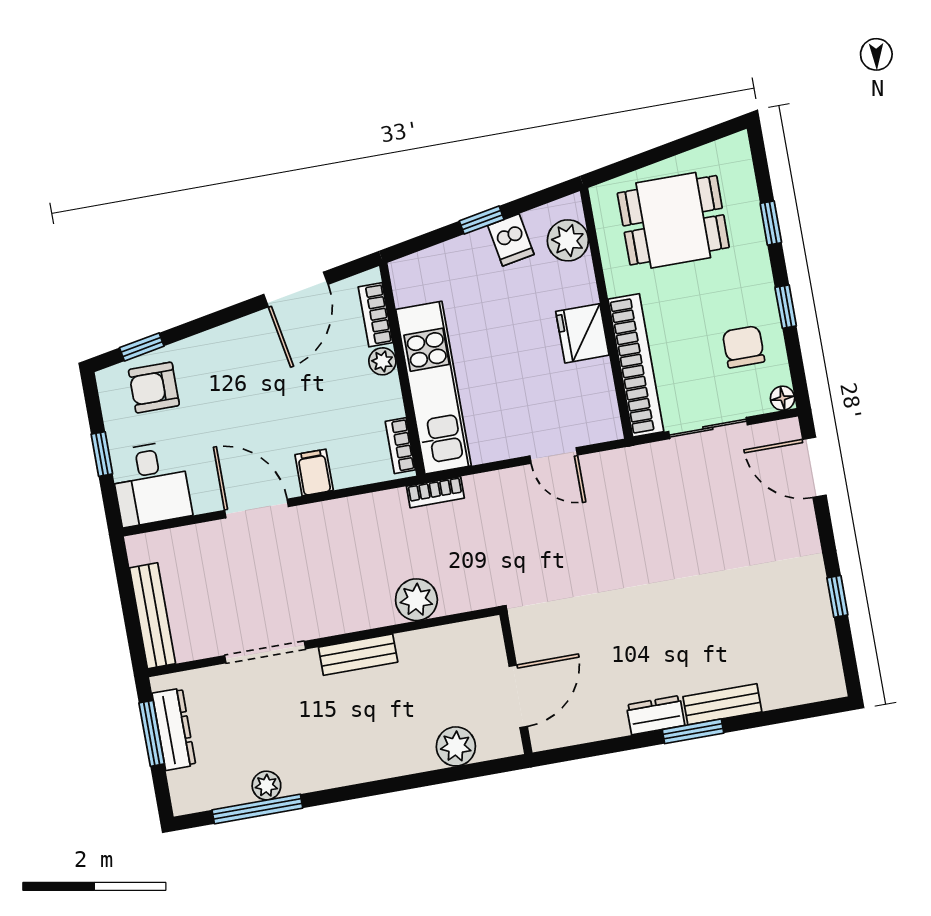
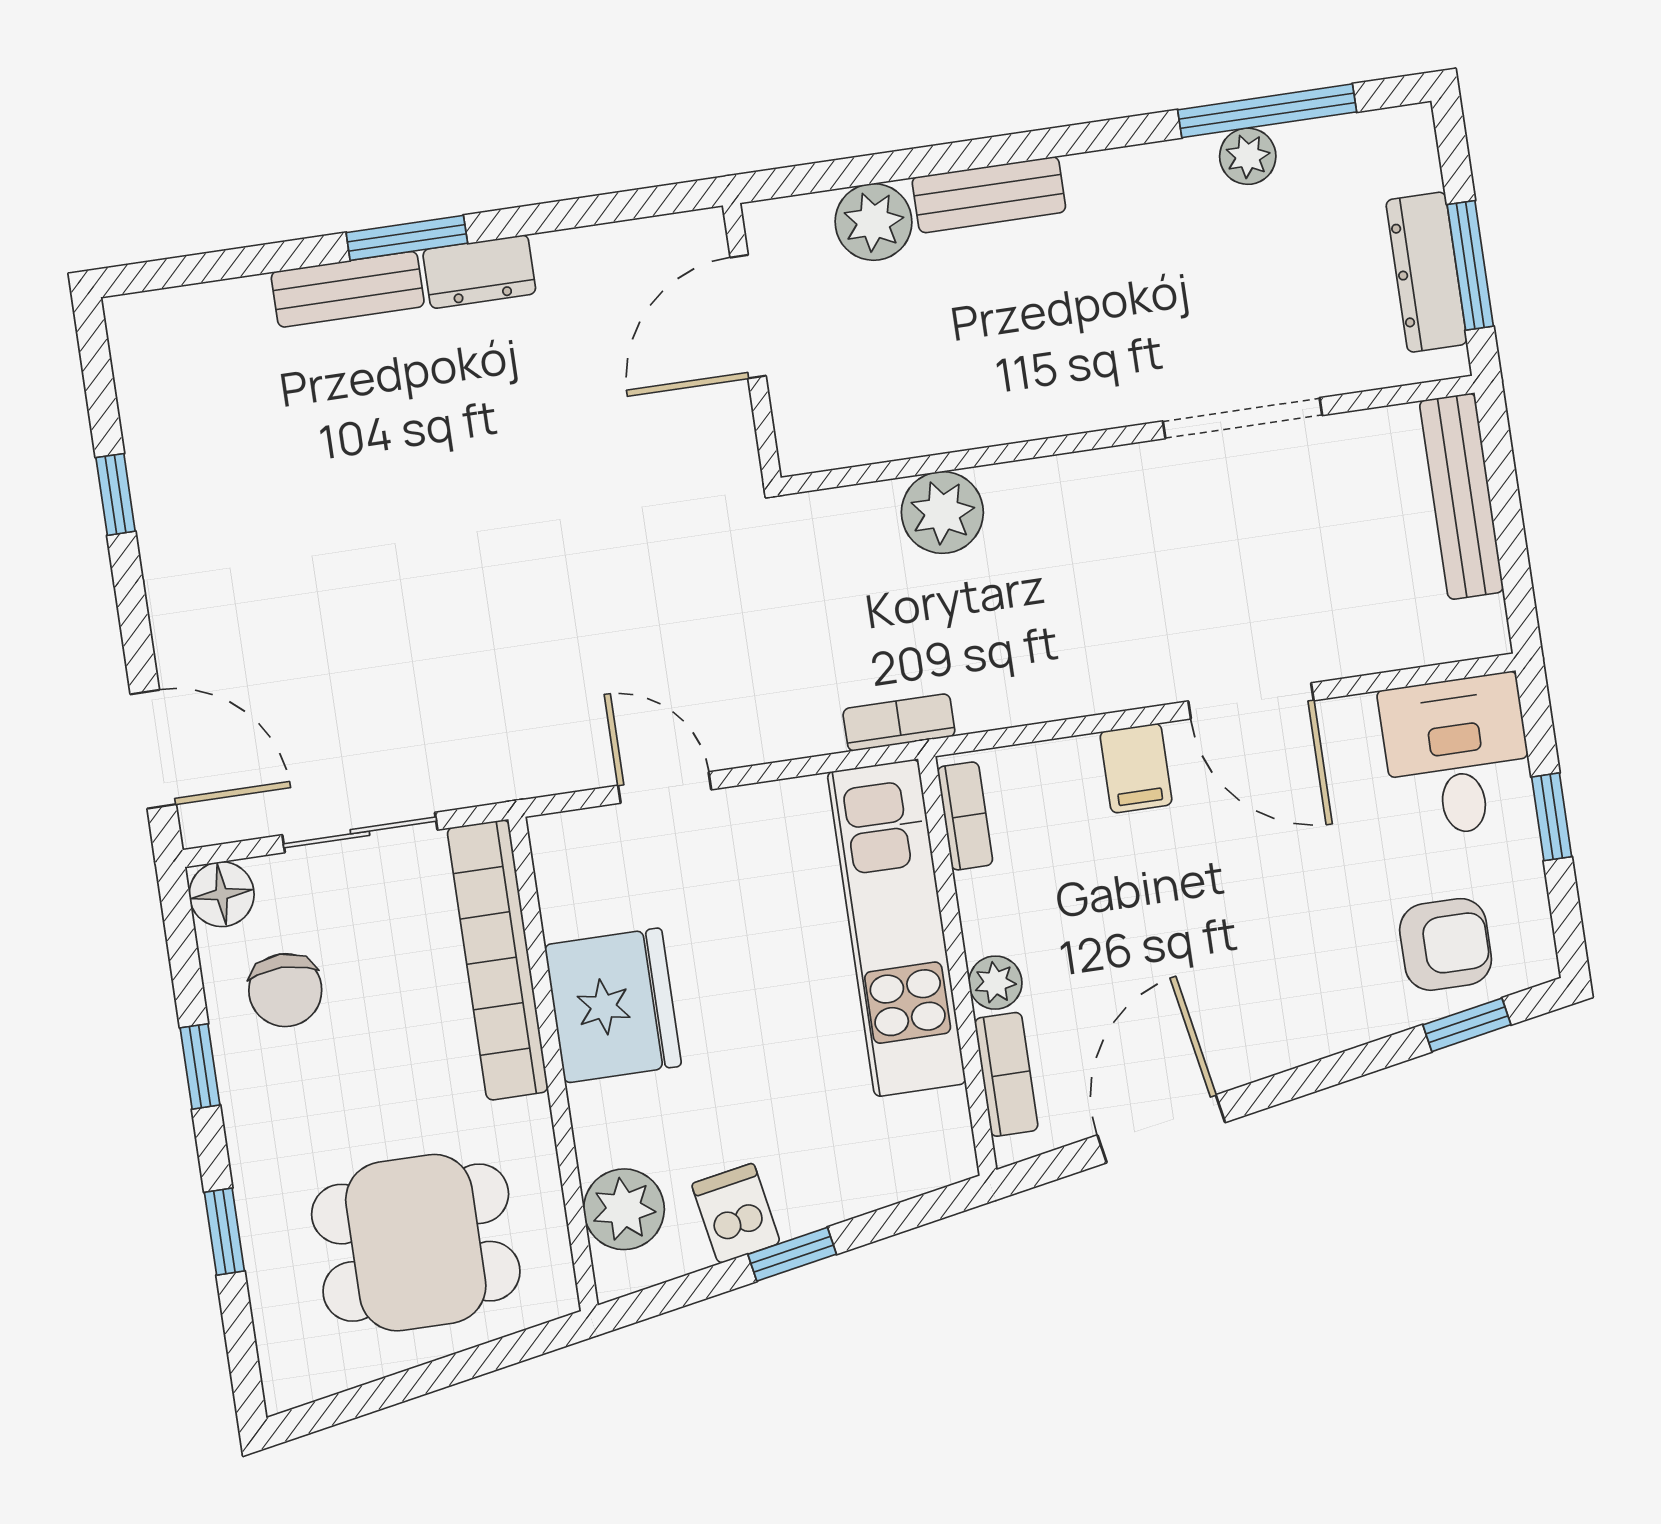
fridge: (582, 333) -> (613, 1005), width x1.36, depth x1.34
floor lamp: (783, 398) -> (222, 894), width x1.37, depth x1.37
bench: (358, 655) -> (989, 195), moved

